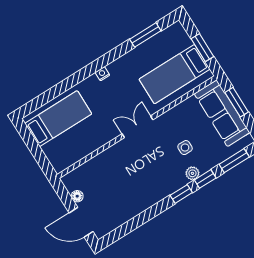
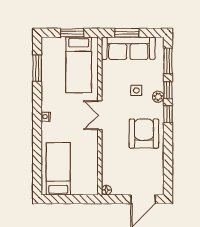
armchair: (147, 182) -> (144, 133), added
floor lamp: (77, 196) -> (106, 190), moved

